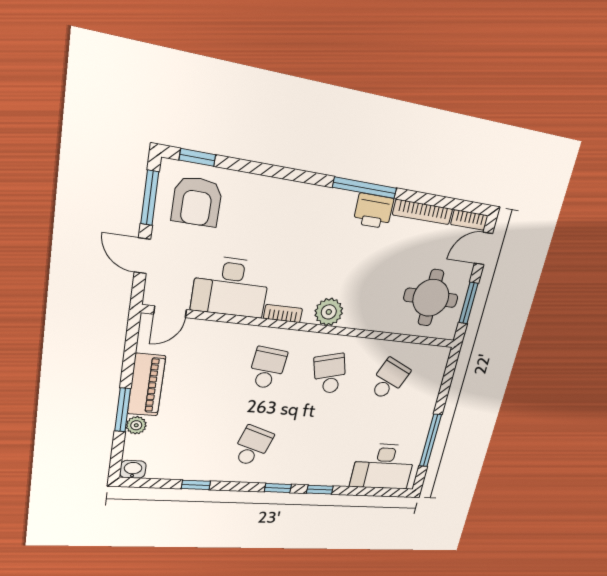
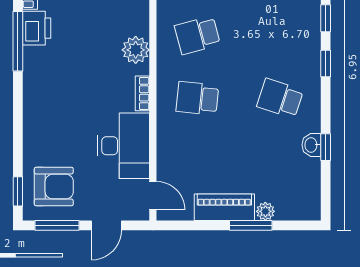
washbasin: (133, 469) -> (312, 145), moved

